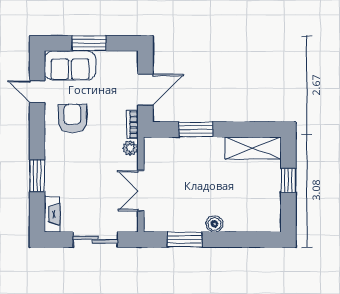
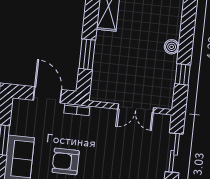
plant: (130, 148) -> (97, 114), removed
window: (185, 240) -> (183, 74), width x0.67

